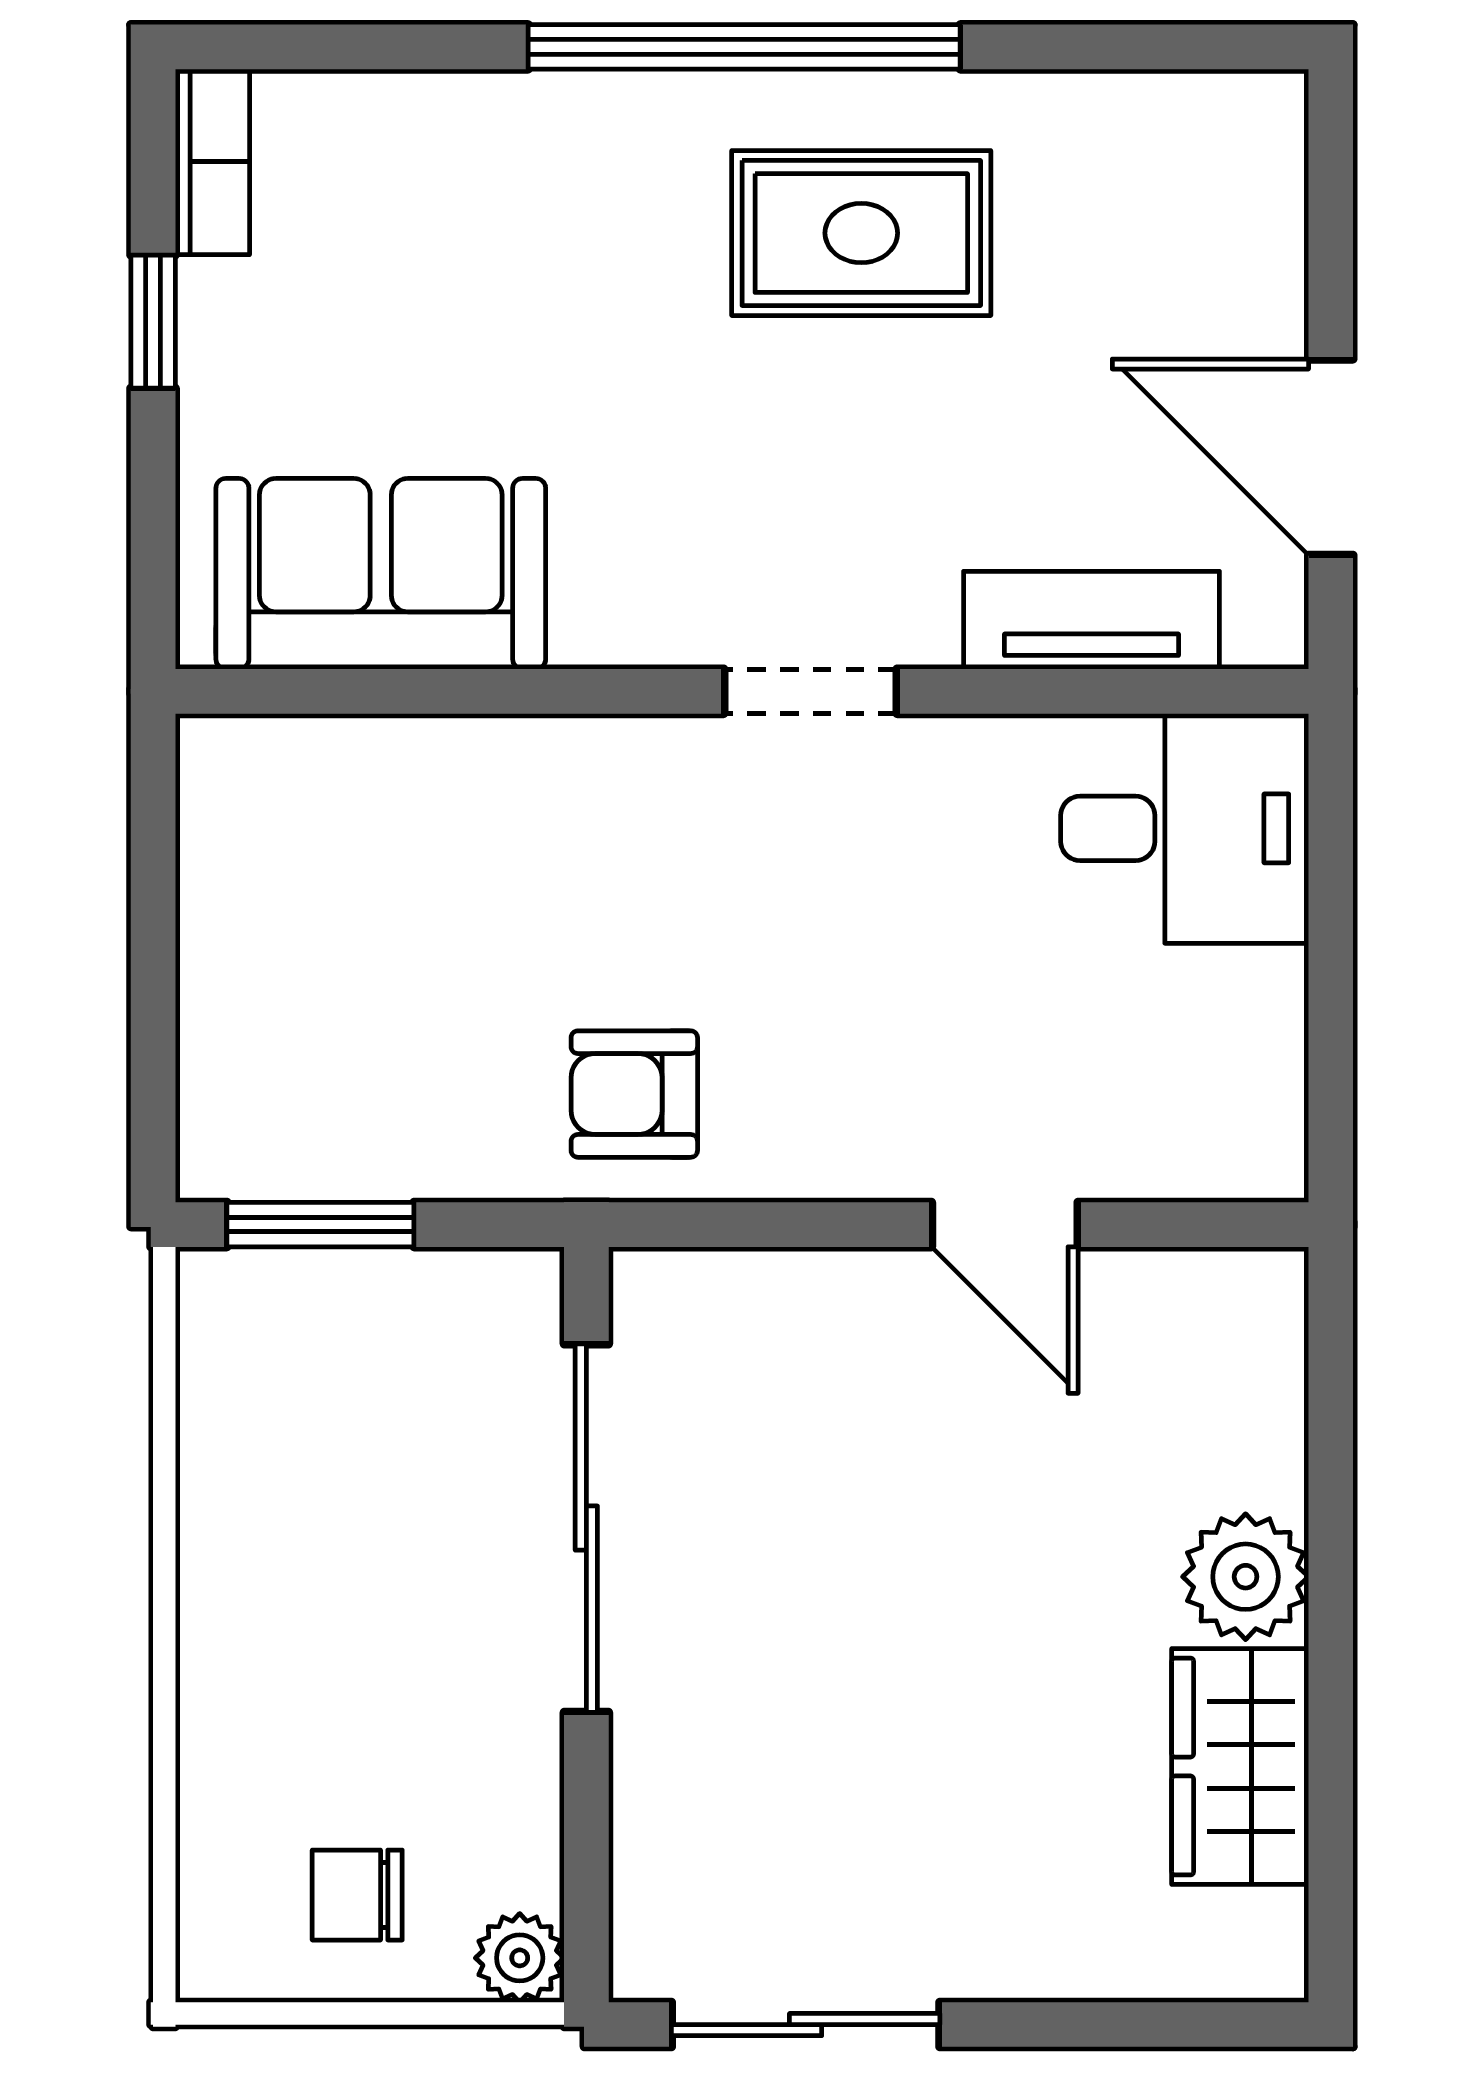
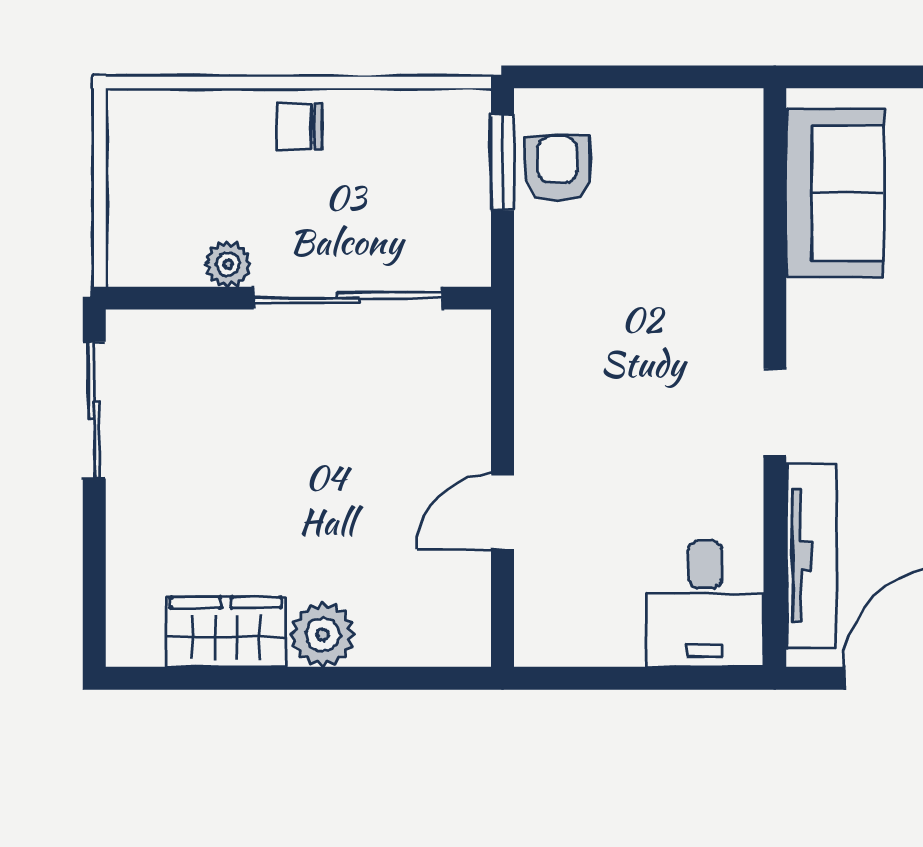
tv unit: (1091, 620) -> (811, 556), width x1.41
armchair: (634, 1094) -> (558, 168), moved
chair: (357, 1895) -> (299, 127), moved, turned -90
plant: (520, 1958) -> (228, 264), moved

